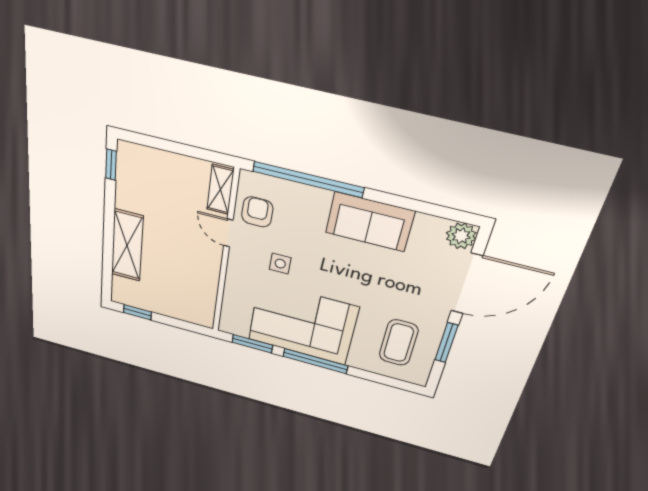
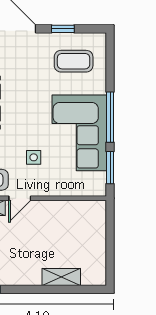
shelving: (127, 245) -> (61, 277), width x0.67, depth x0.75
window: (137, 312) -> (110, 263), removed
window: (446, 343) -> (63, 29), width x0.67

